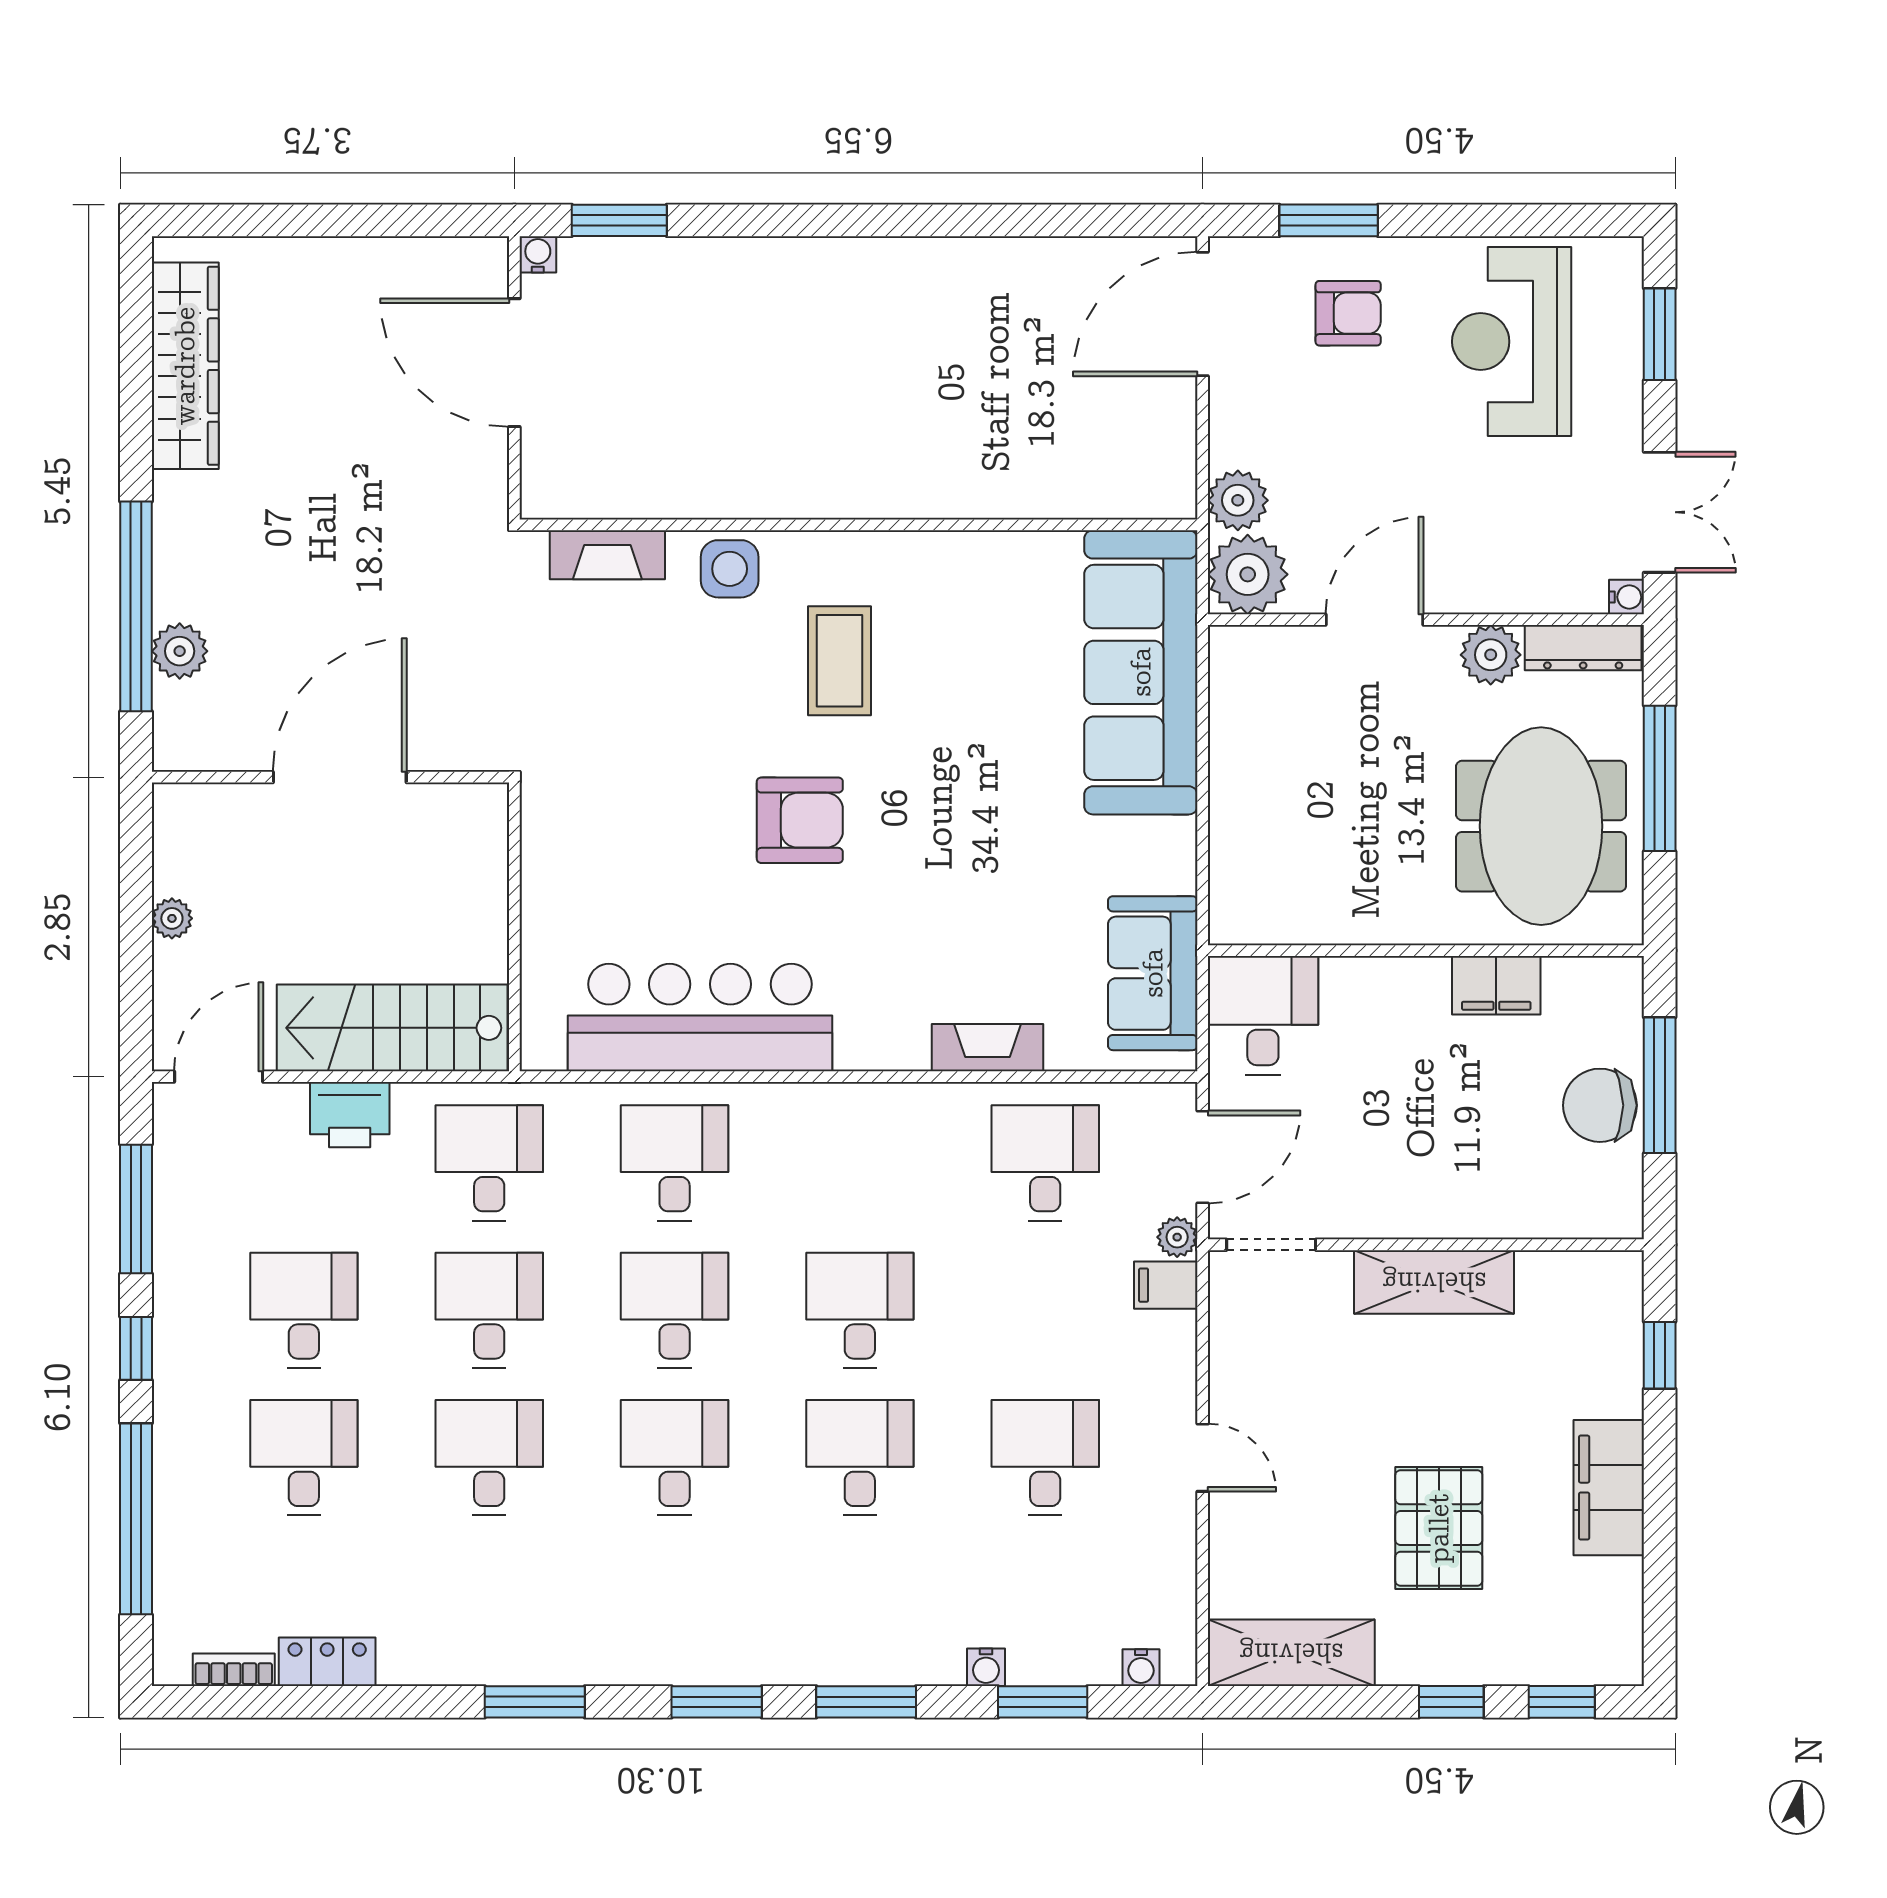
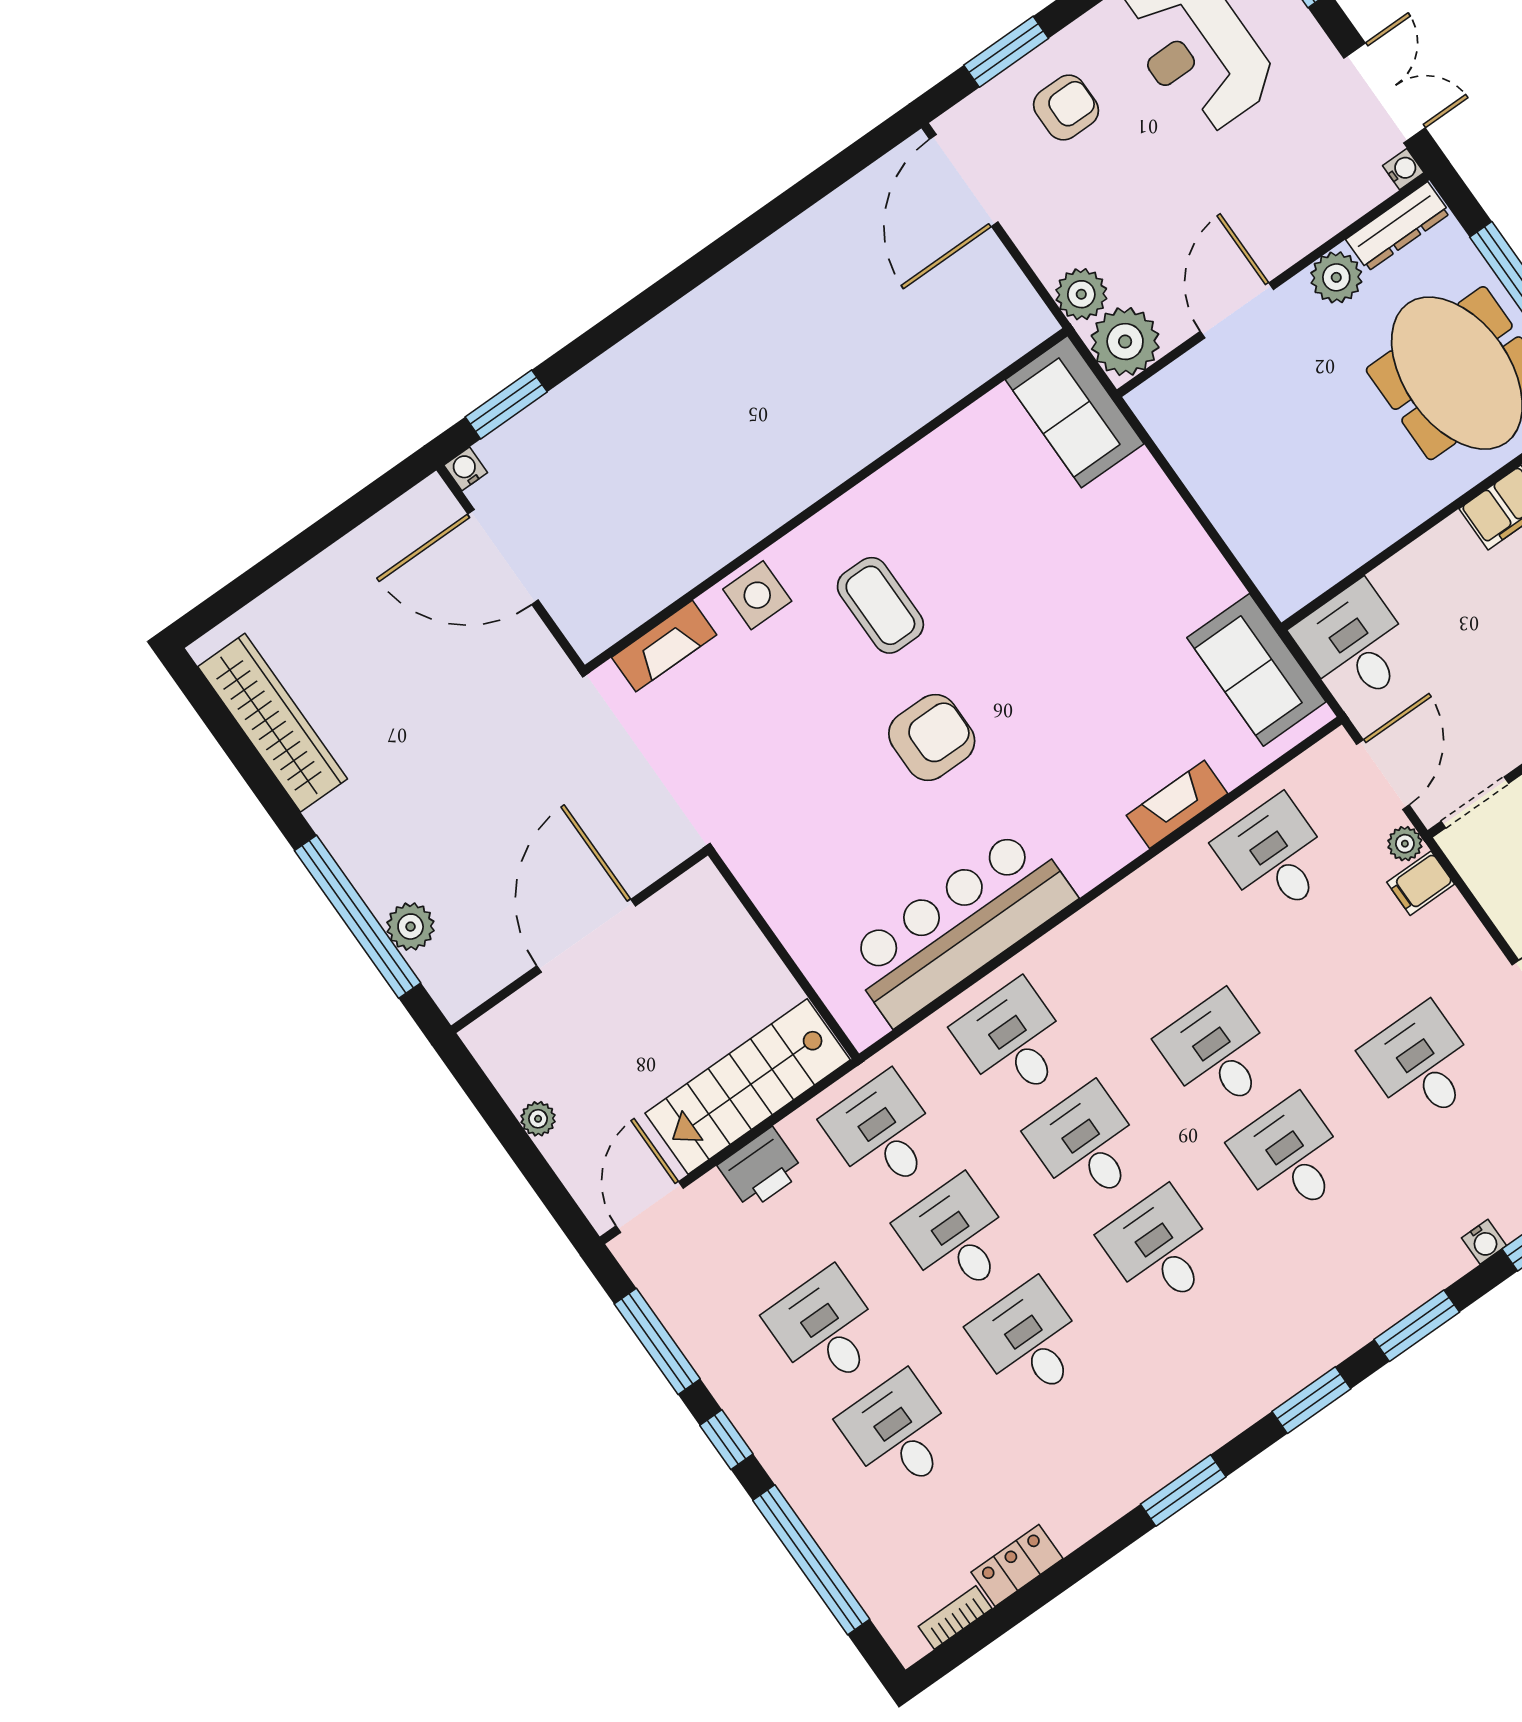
sofa: (1141, 672) -> (1075, 412), width x0.54, depth x0.79

